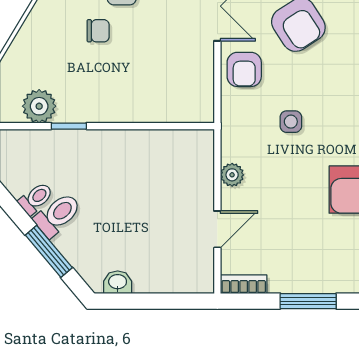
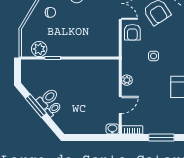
chair: (98, 31) -> (50, 12), moved
toilet: (36, 198) -> (53, 109), moved
window: (49, 251) -> (36, 106), moved
washbasin: (118, 282) -> (112, 129), moved

